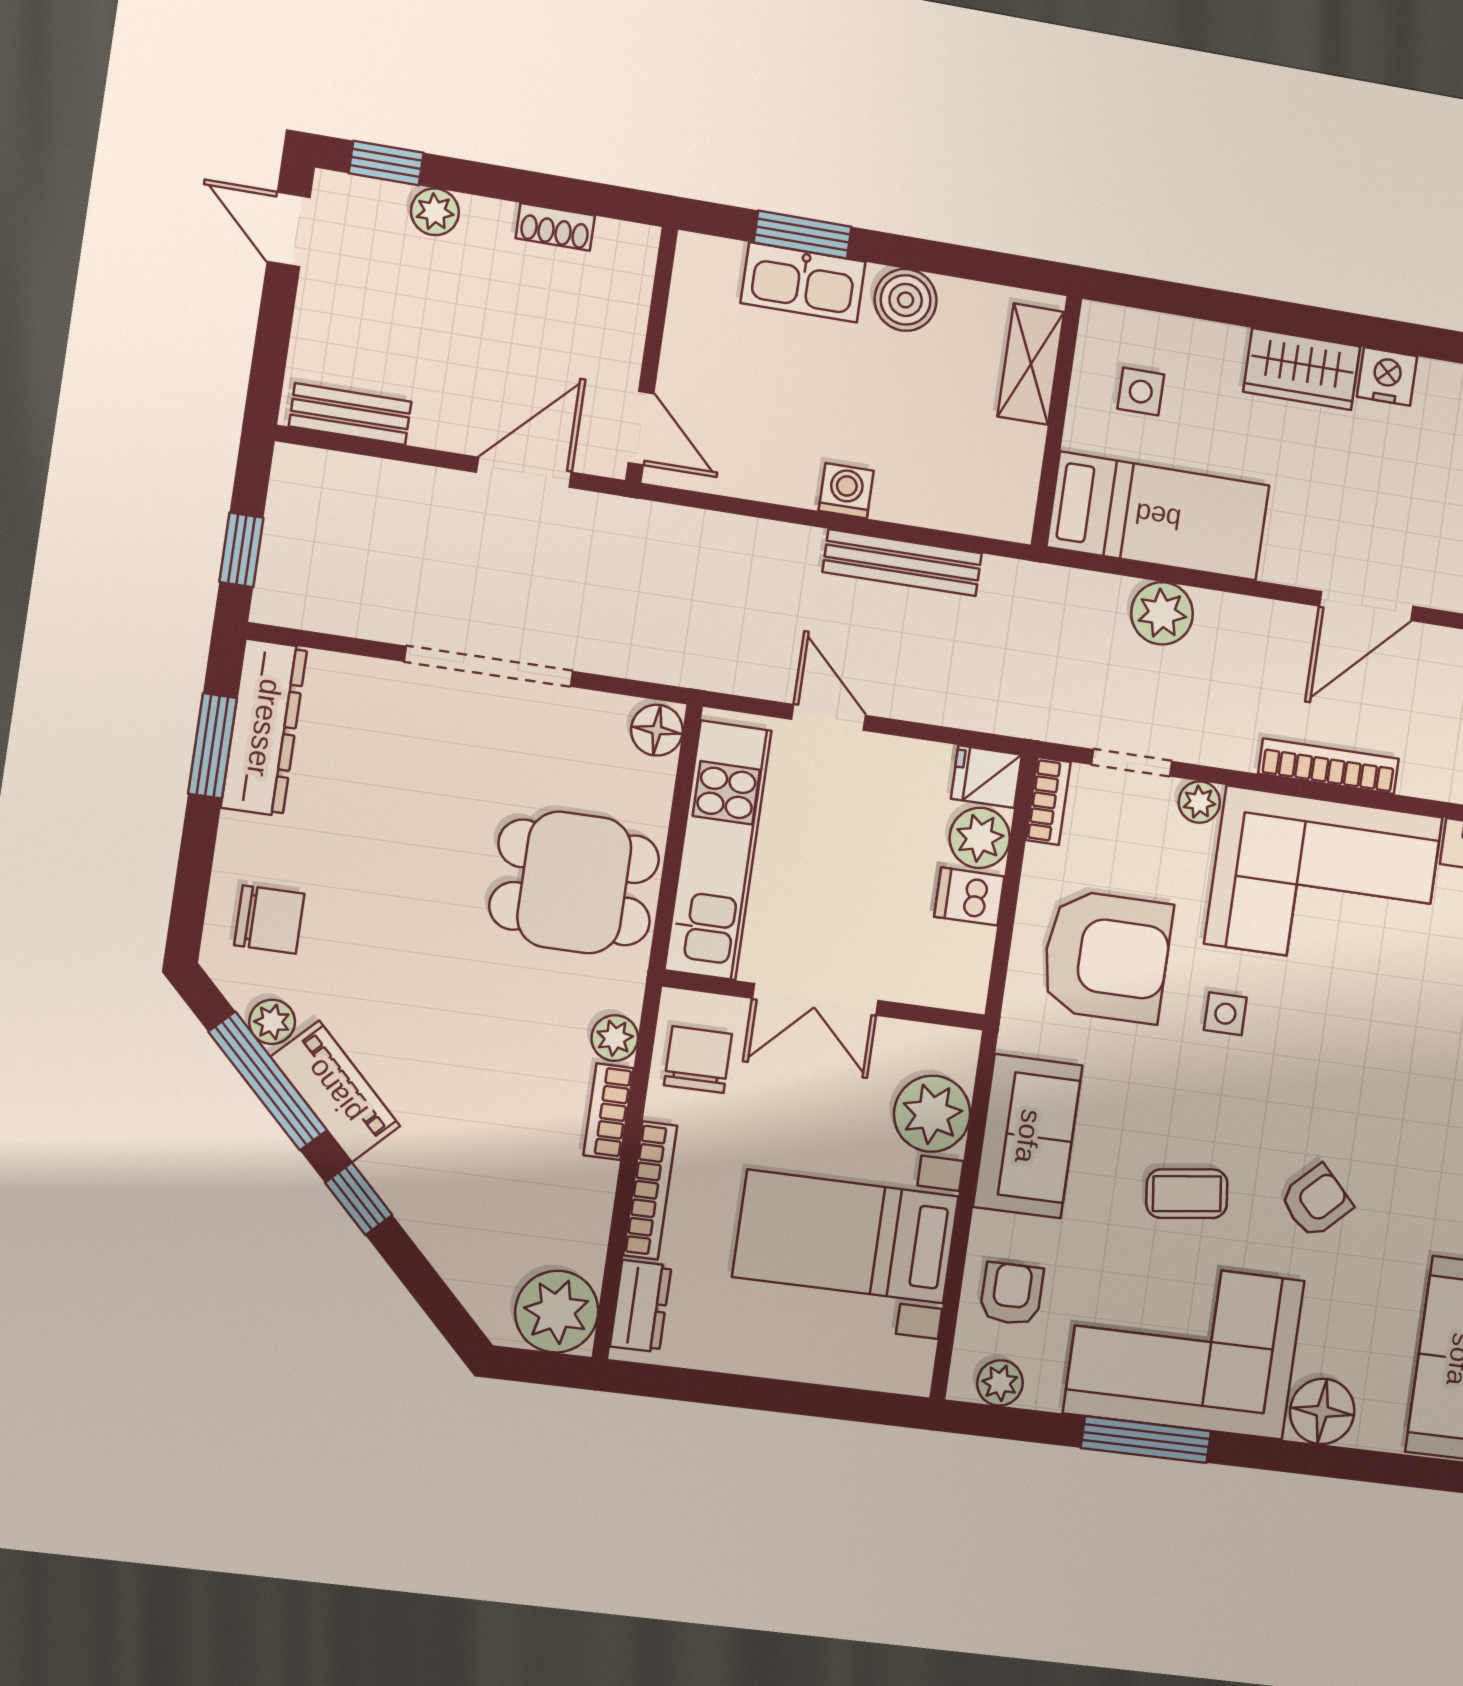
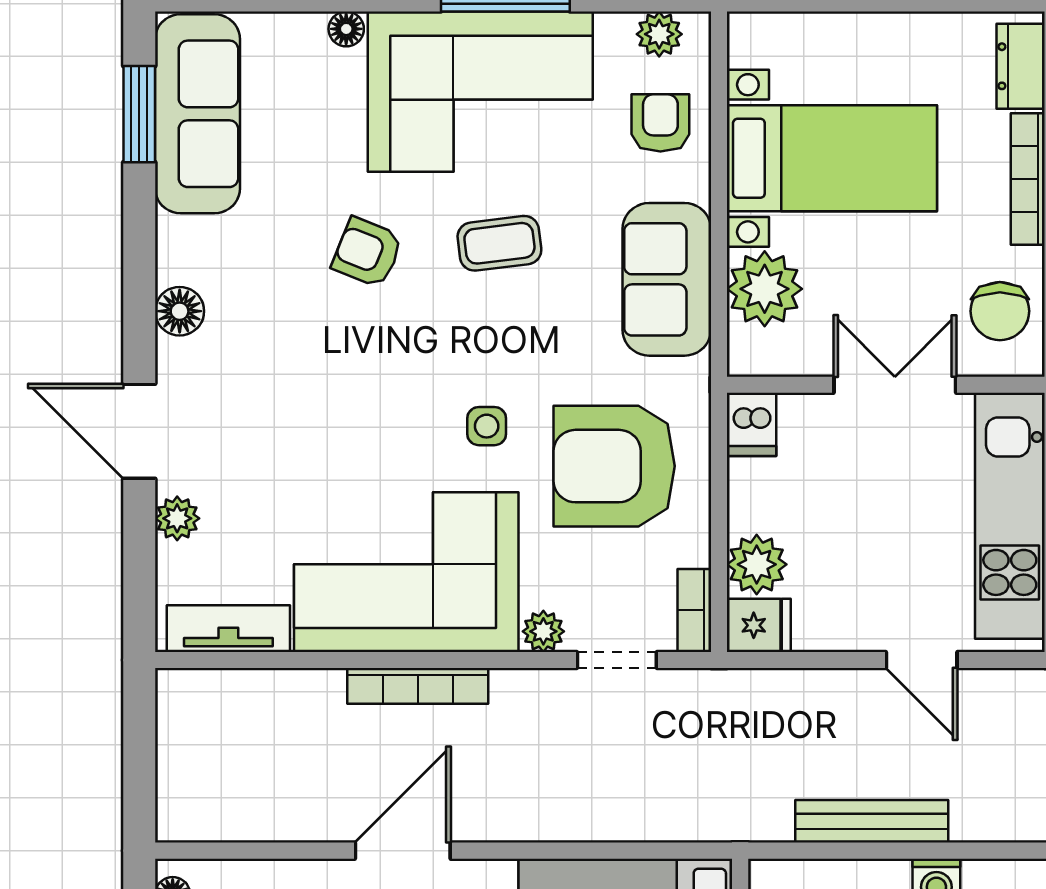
plant: (1162, 613) -> (608, 812), removed
dishwasher: (969, 897) -> (752, 424), moved, turned 90
armchair: (1316, 1201) -> (367, 252), turned 66
armchair: (1012, 1294) -> (660, 123), turned 180
floor lamp: (1322, 1411) -> (346, 29), width x0.53, depth x0.53

